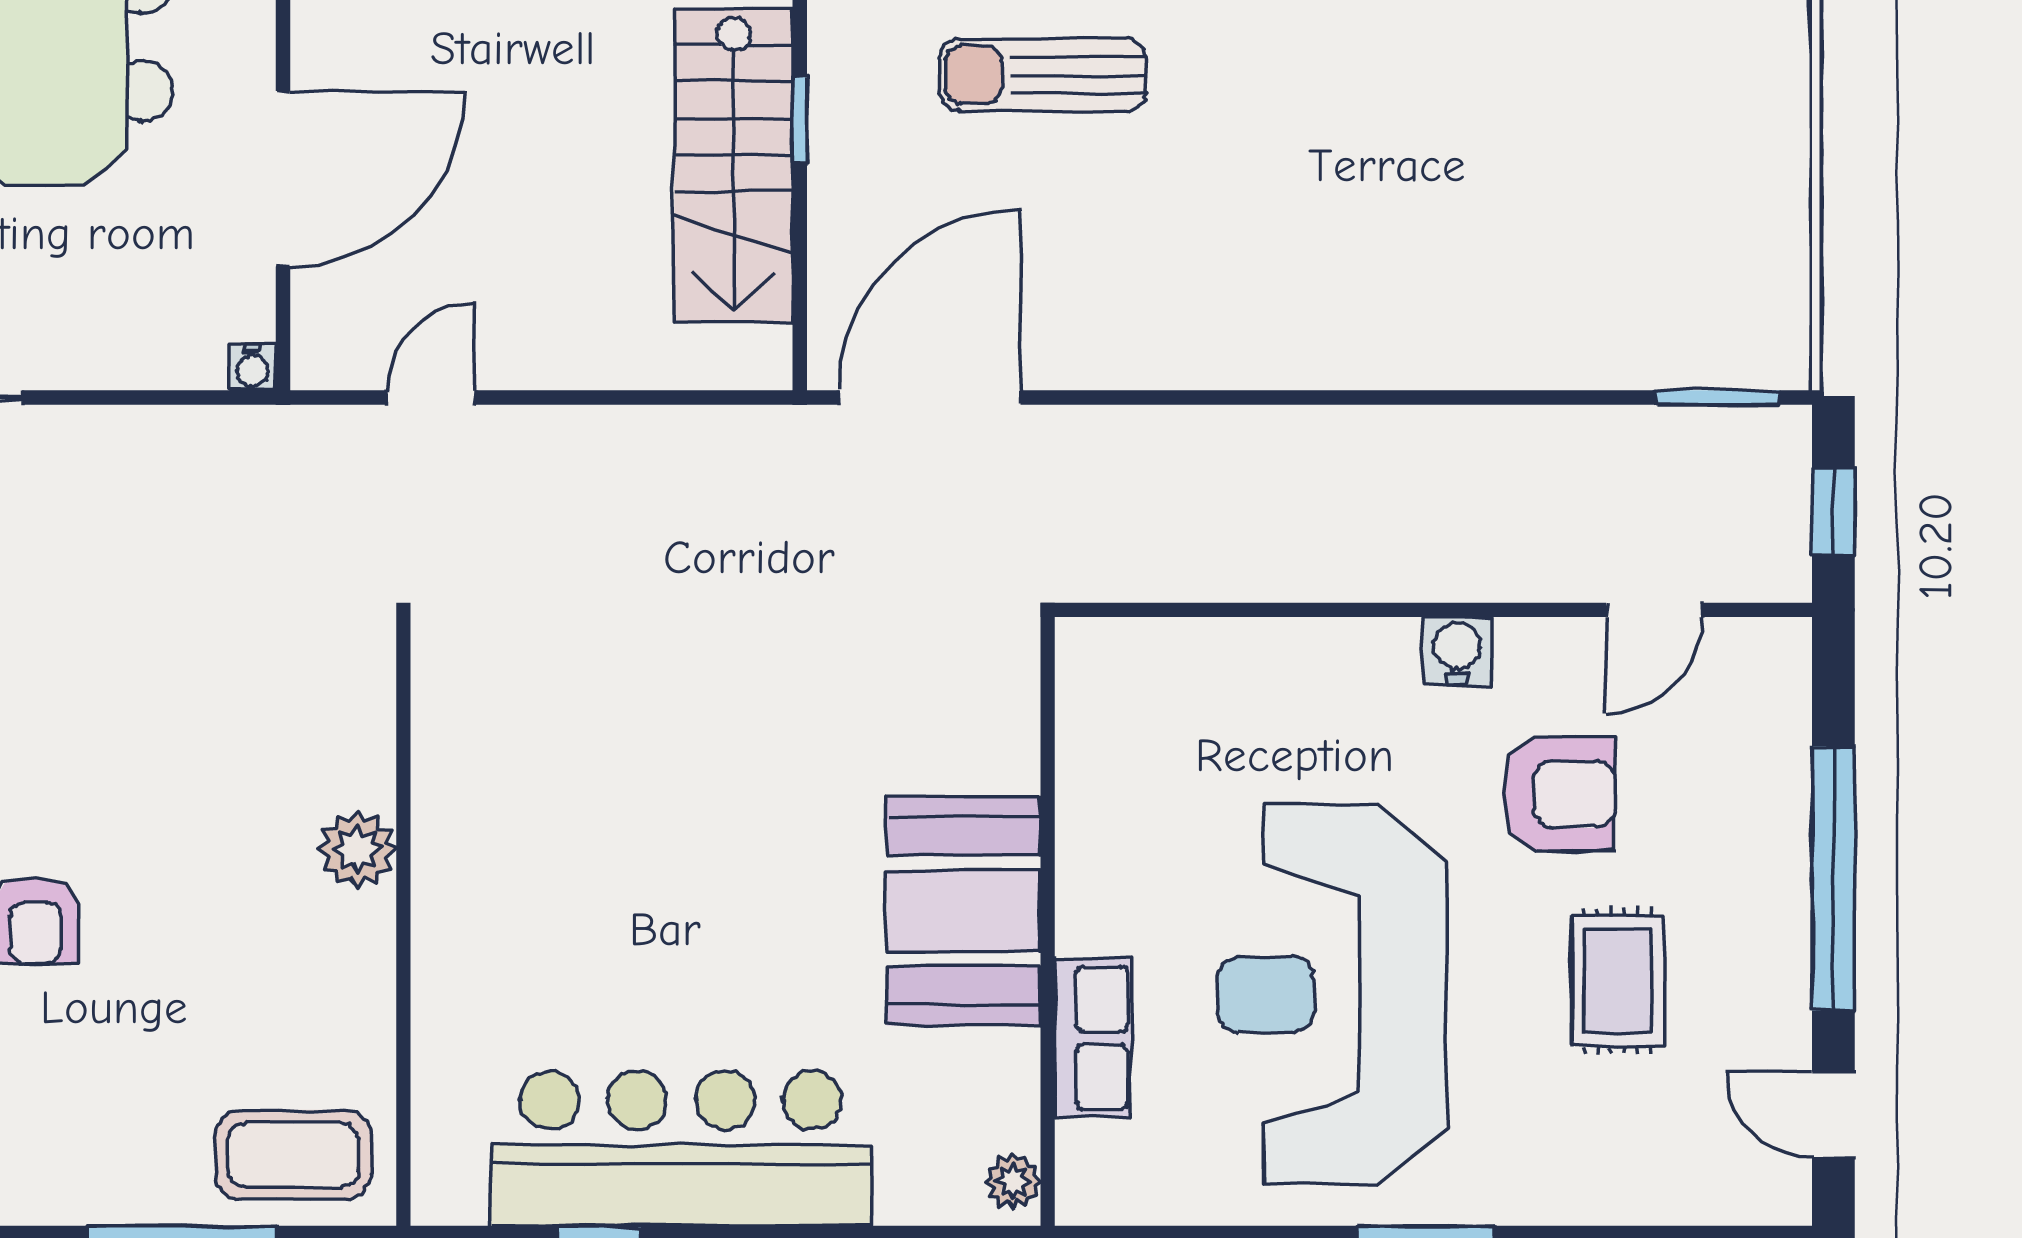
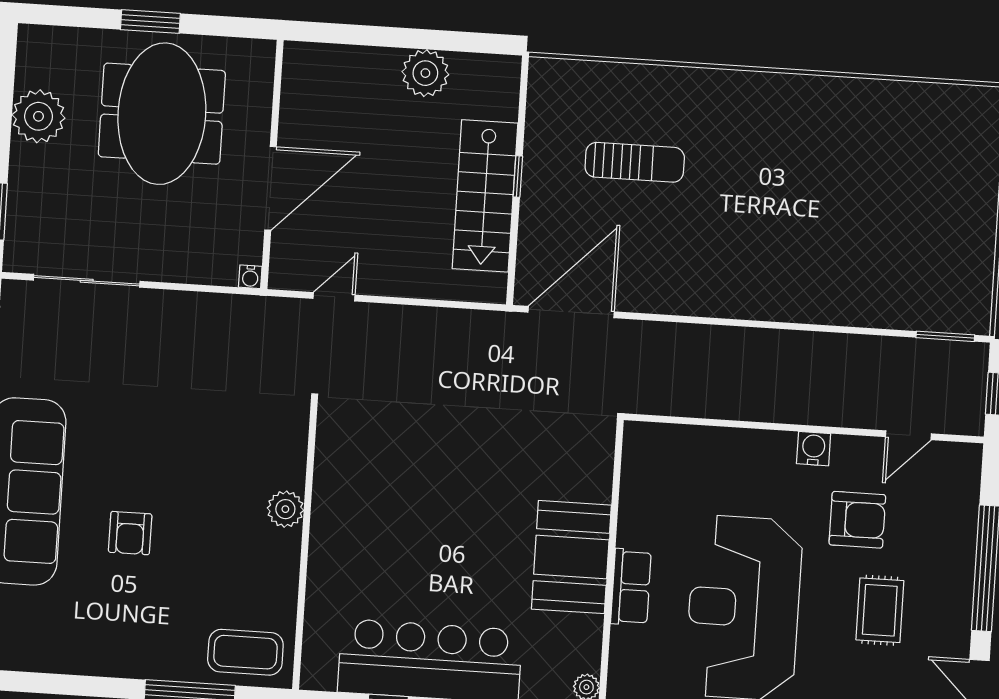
sun lounger: (1043, 75) -> (635, 162), turned 180
row of seats: (1093, 1038) -> (631, 587), moved

